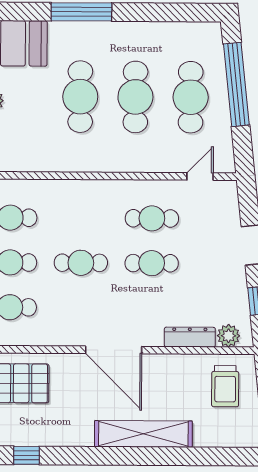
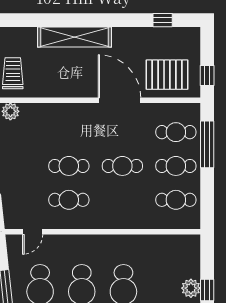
dresser: (190, 337) -> (40, 110), removed
door: (114, 350) -> (119, 100), moved

